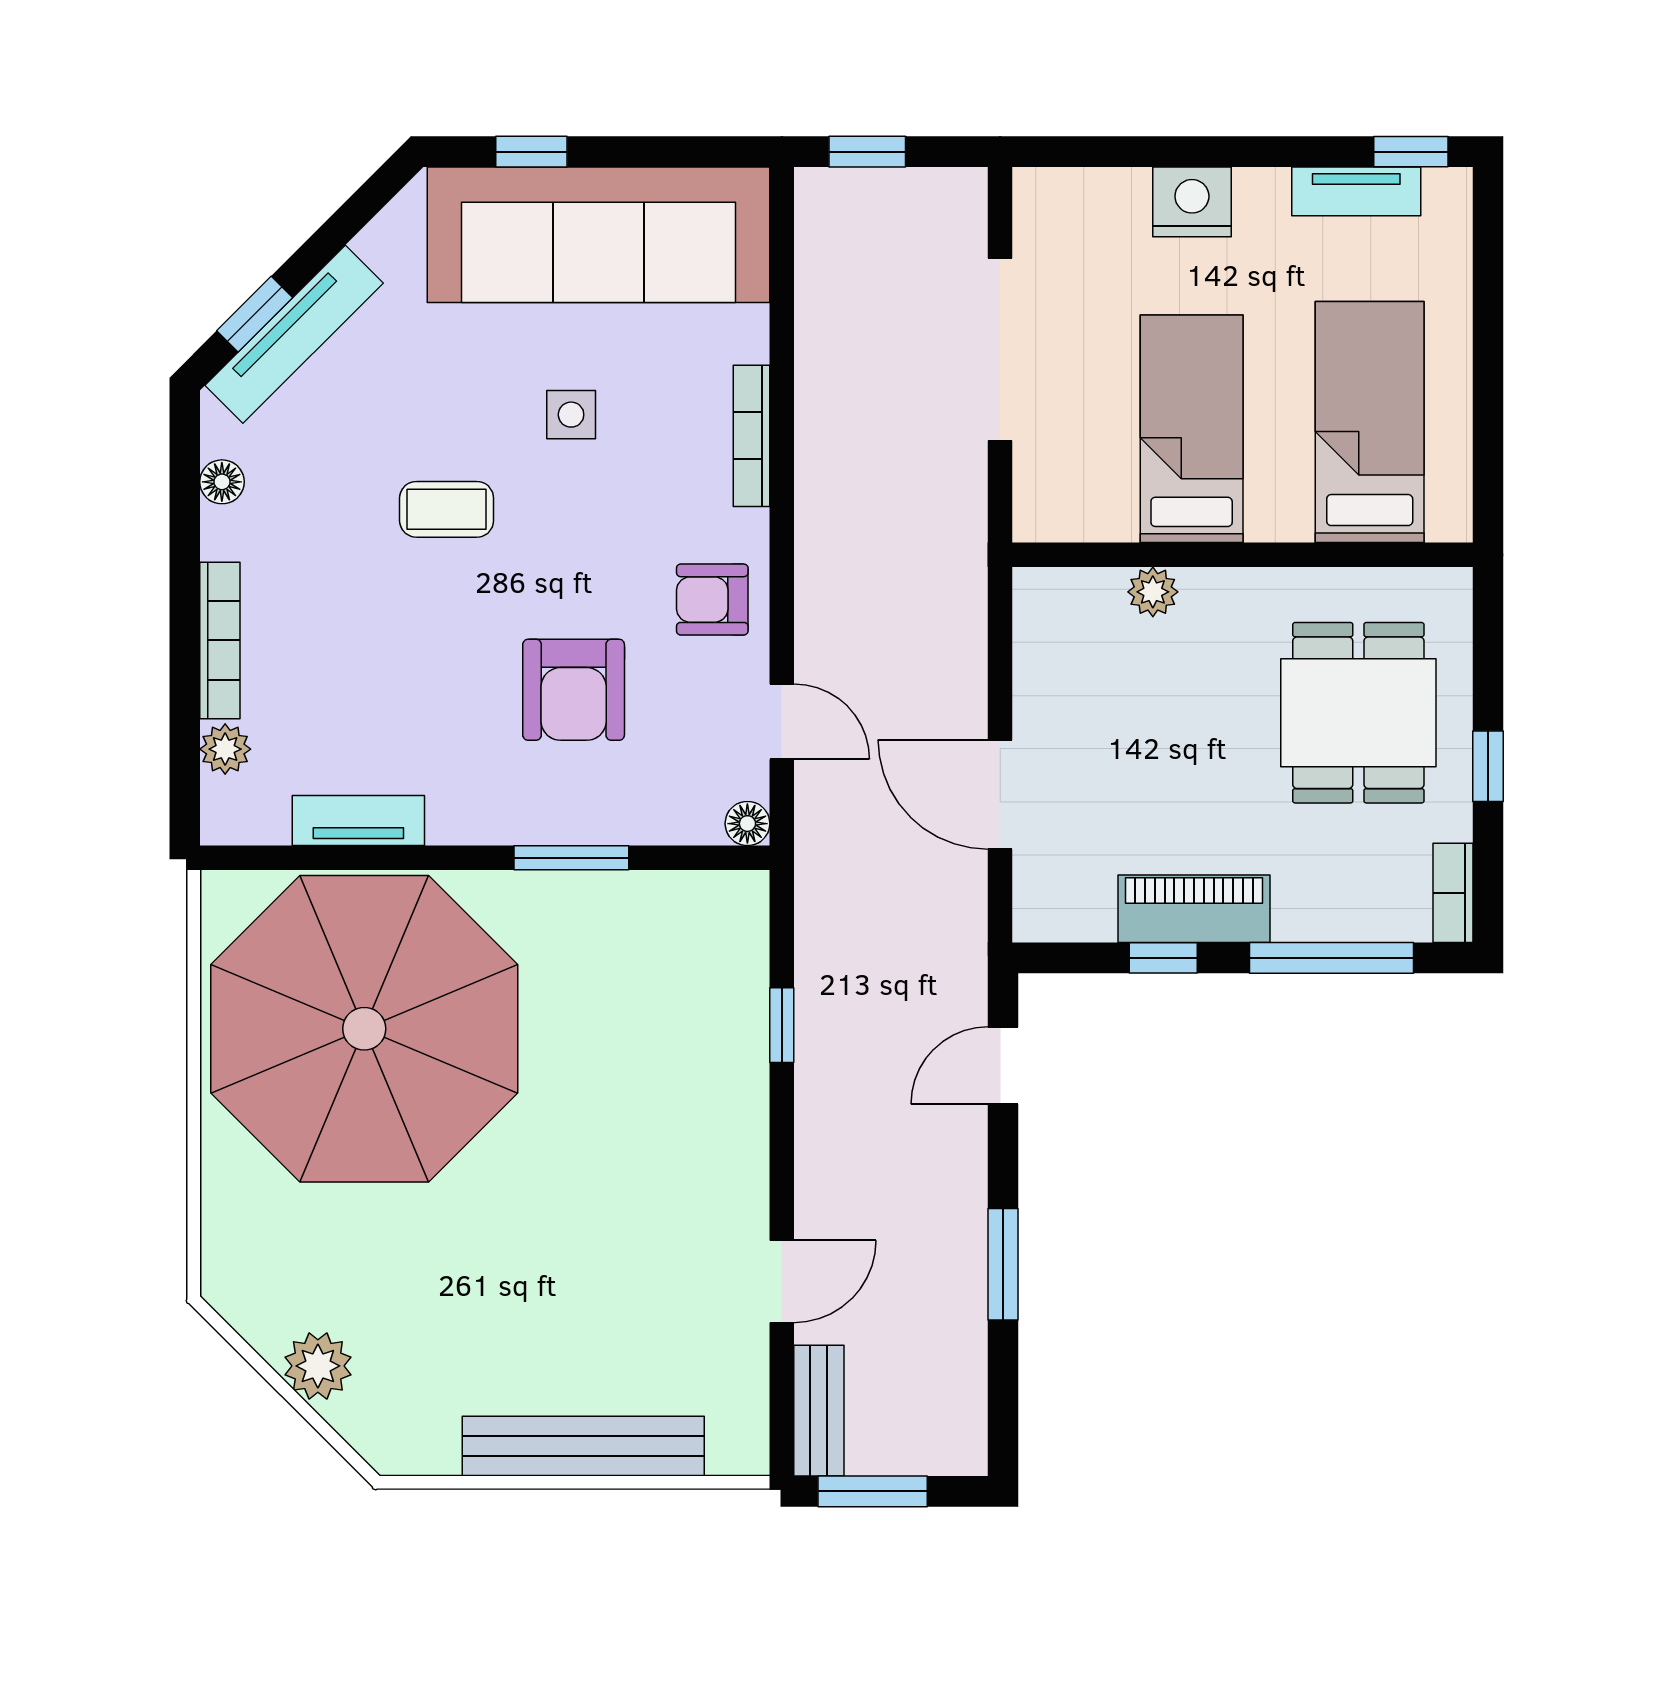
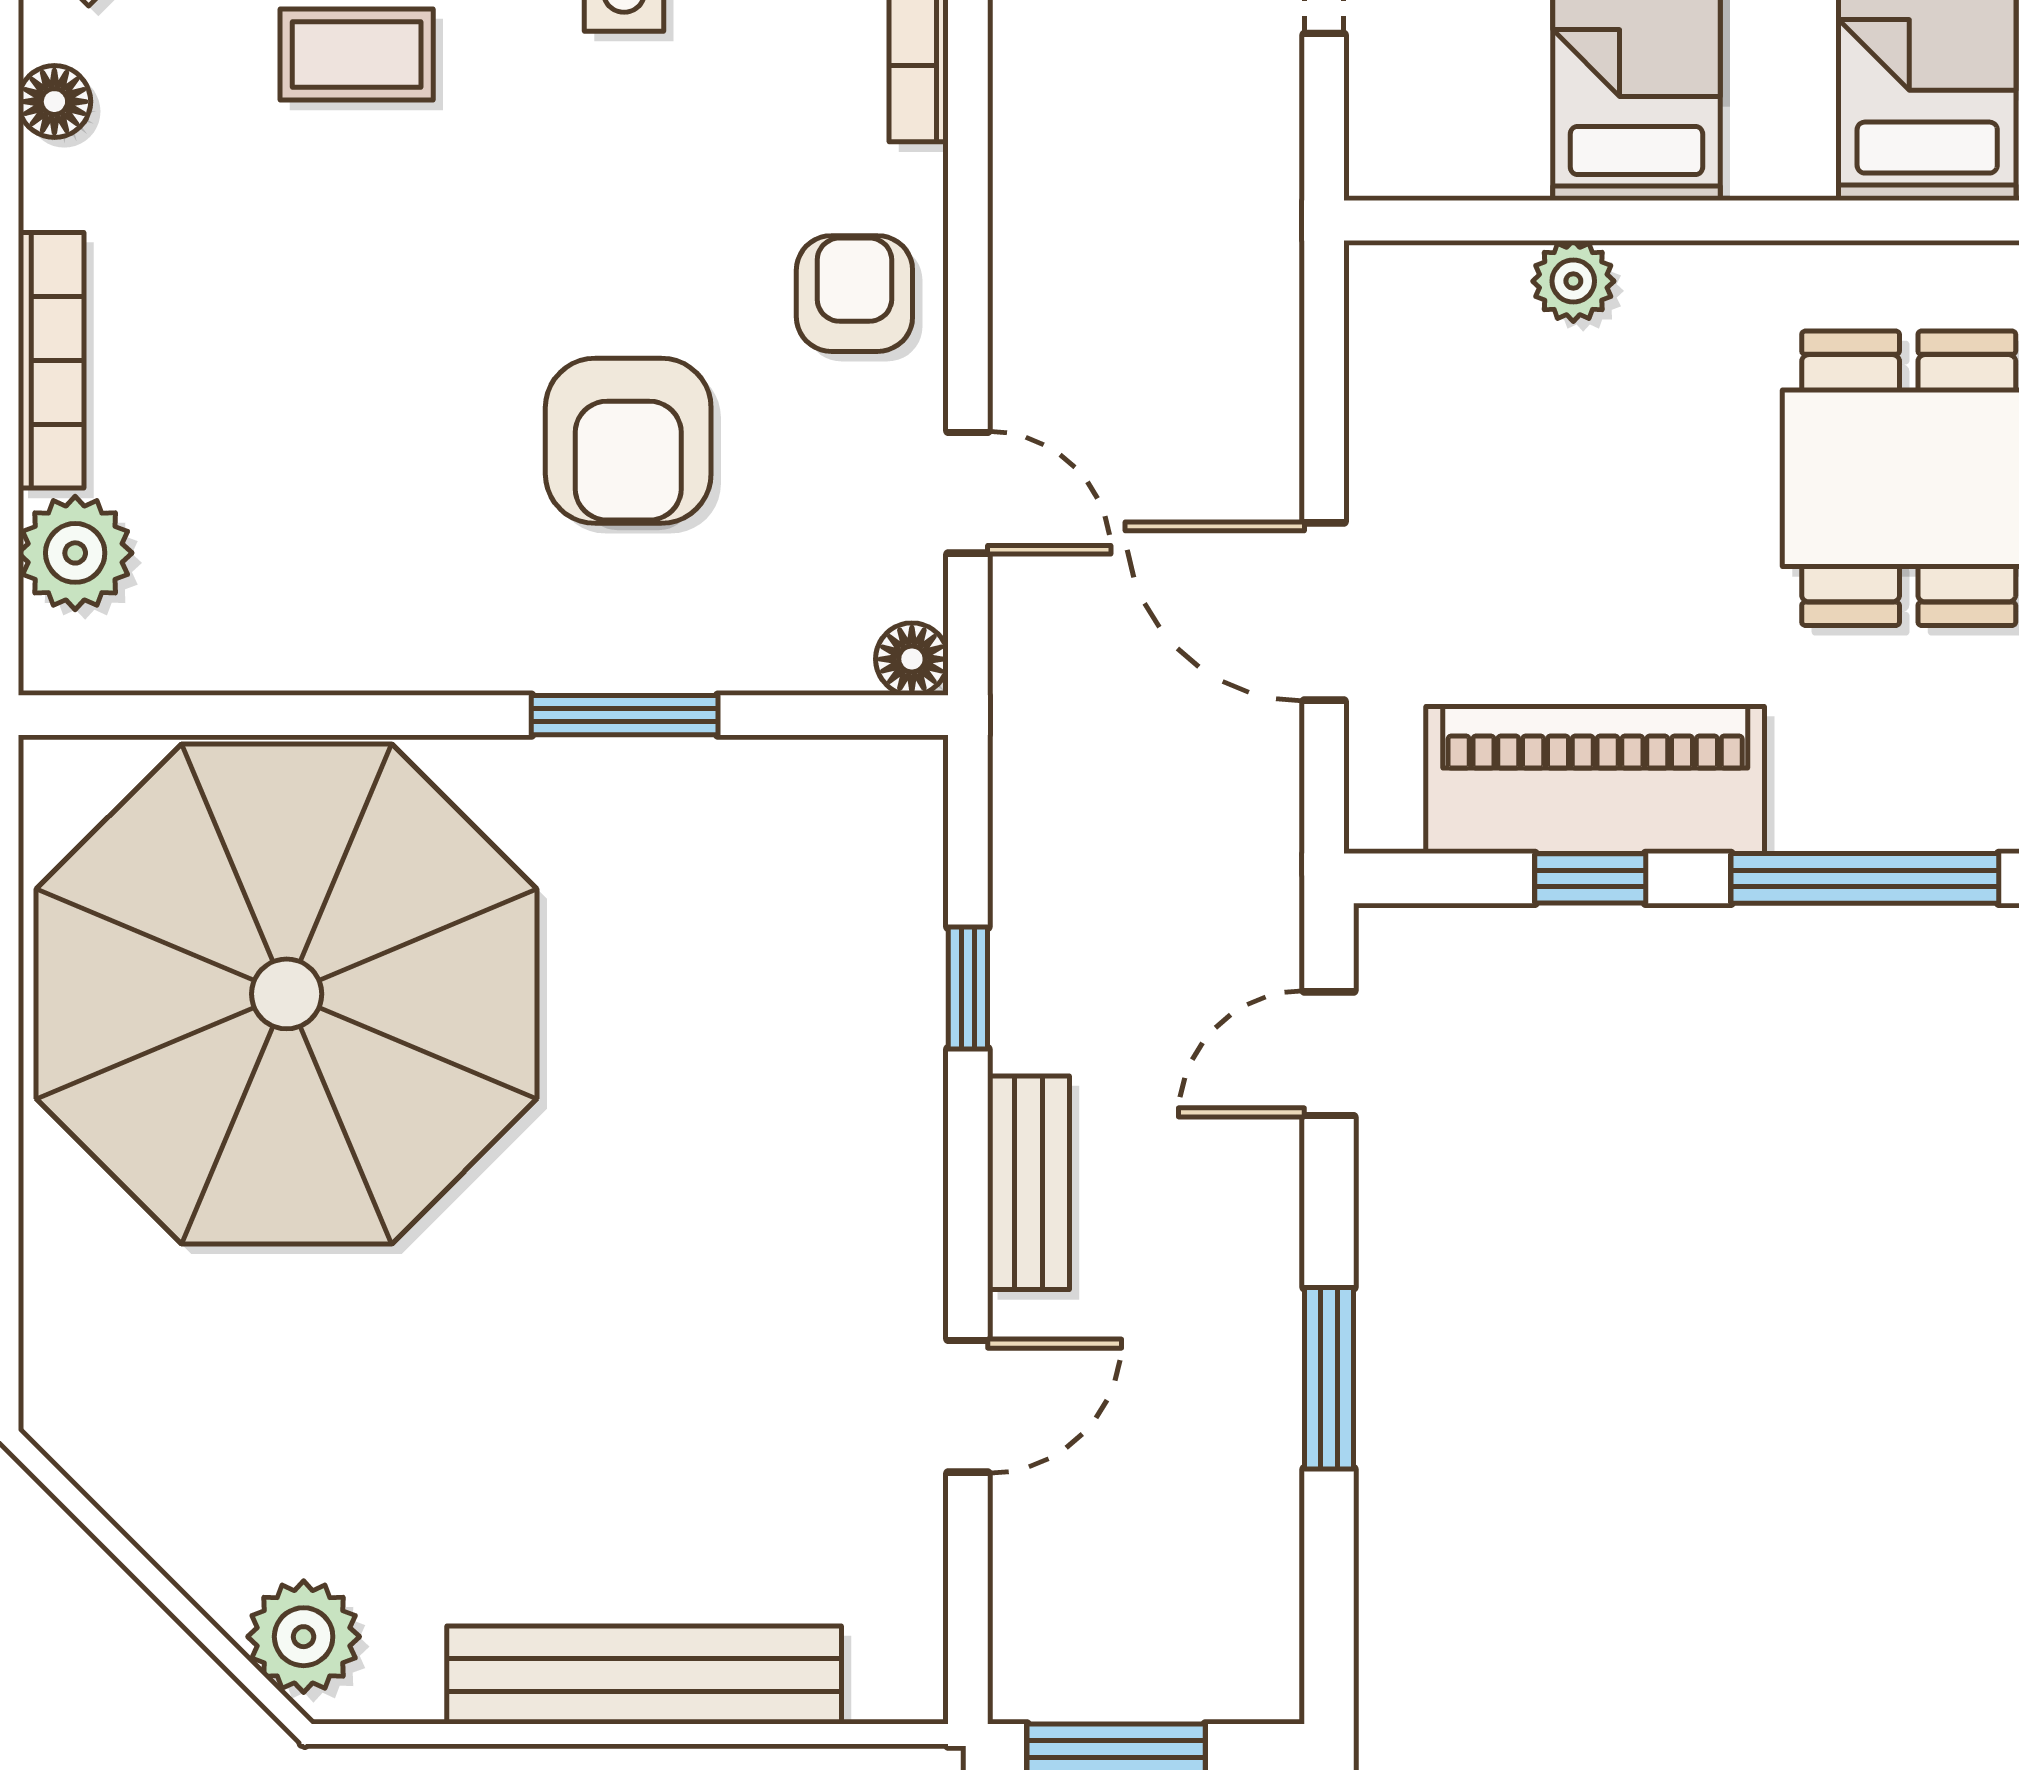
coffee table: (447, 509) -> (357, 55), moved
armchair: (712, 600) -> (854, 294), turned 90
plant: (225, 749) -> (75, 553), width x1.38, depth x1.38
tv unit: (358, 821) -> (277, 654), removed
piano: (1194, 909) -> (1595, 780), width x1.37, depth x1.33
plant: (318, 1366) -> (304, 1637), moved
bench: (819, 1411) -> (1029, 1183), moved

